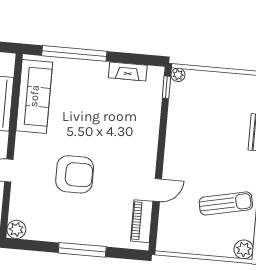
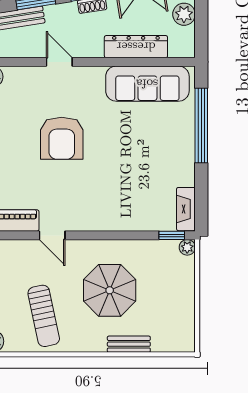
fireplace: (128, 71) -> (186, 209), moved
parasol: (209, 145) -> (110, 290), added

